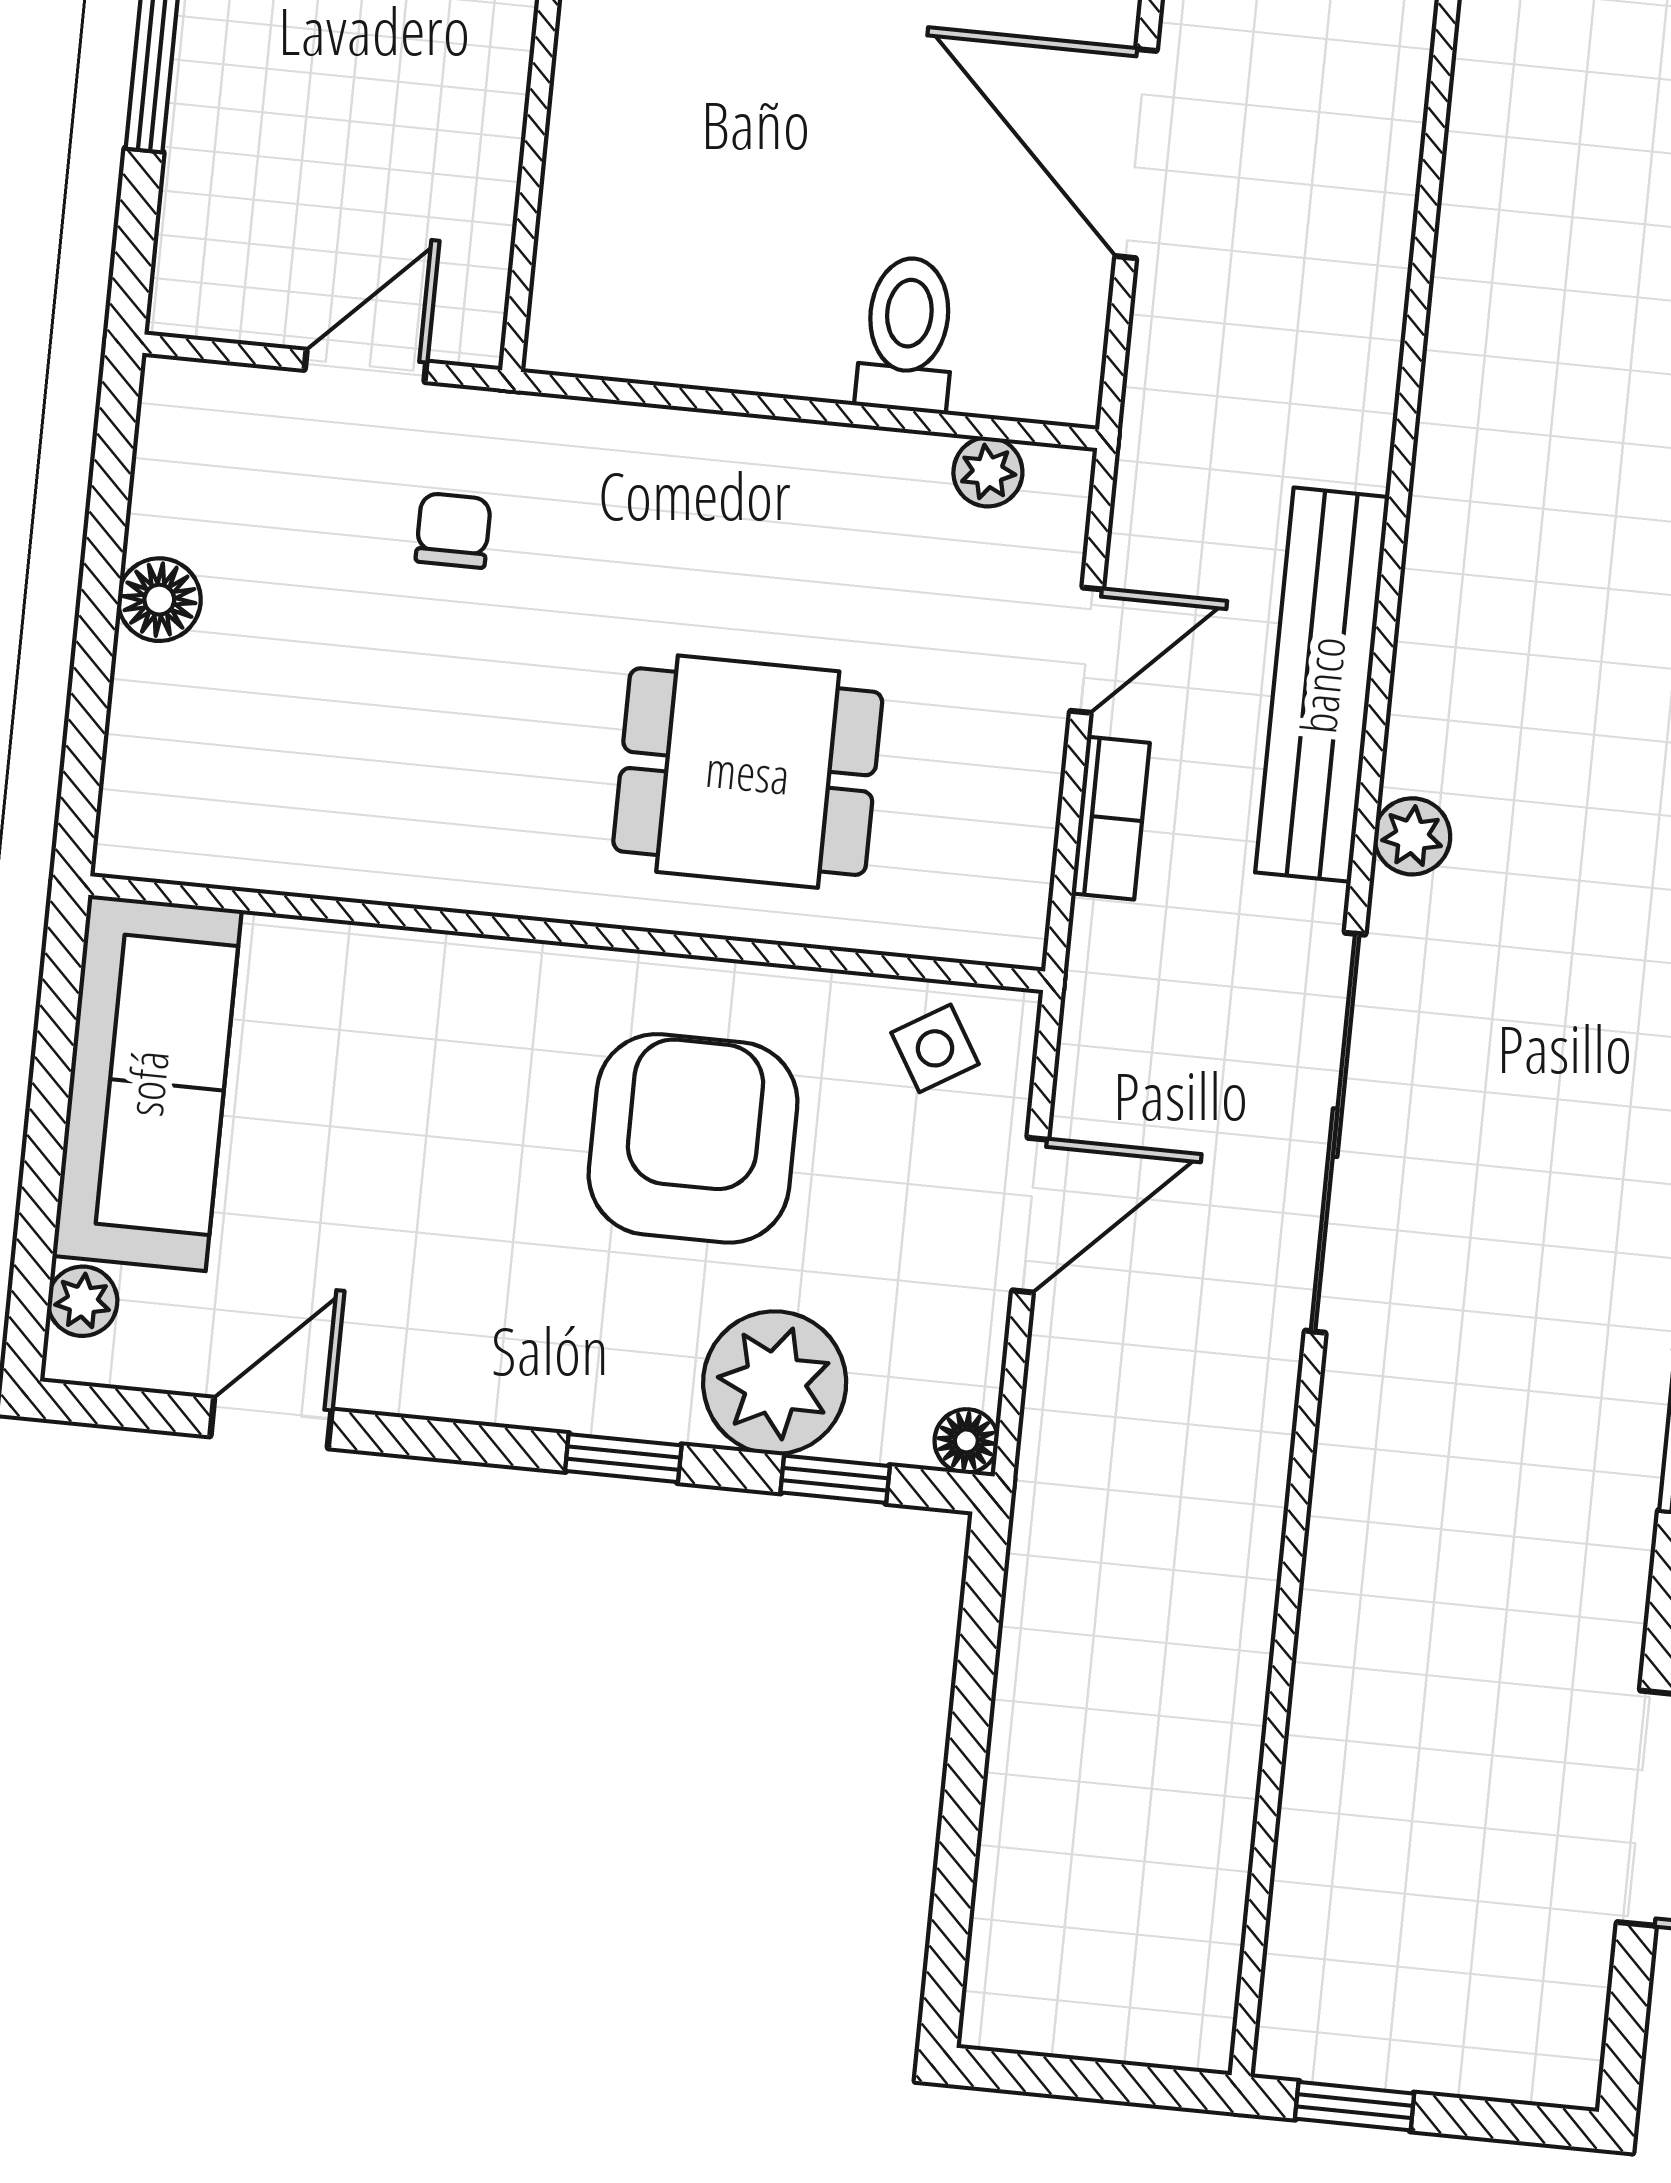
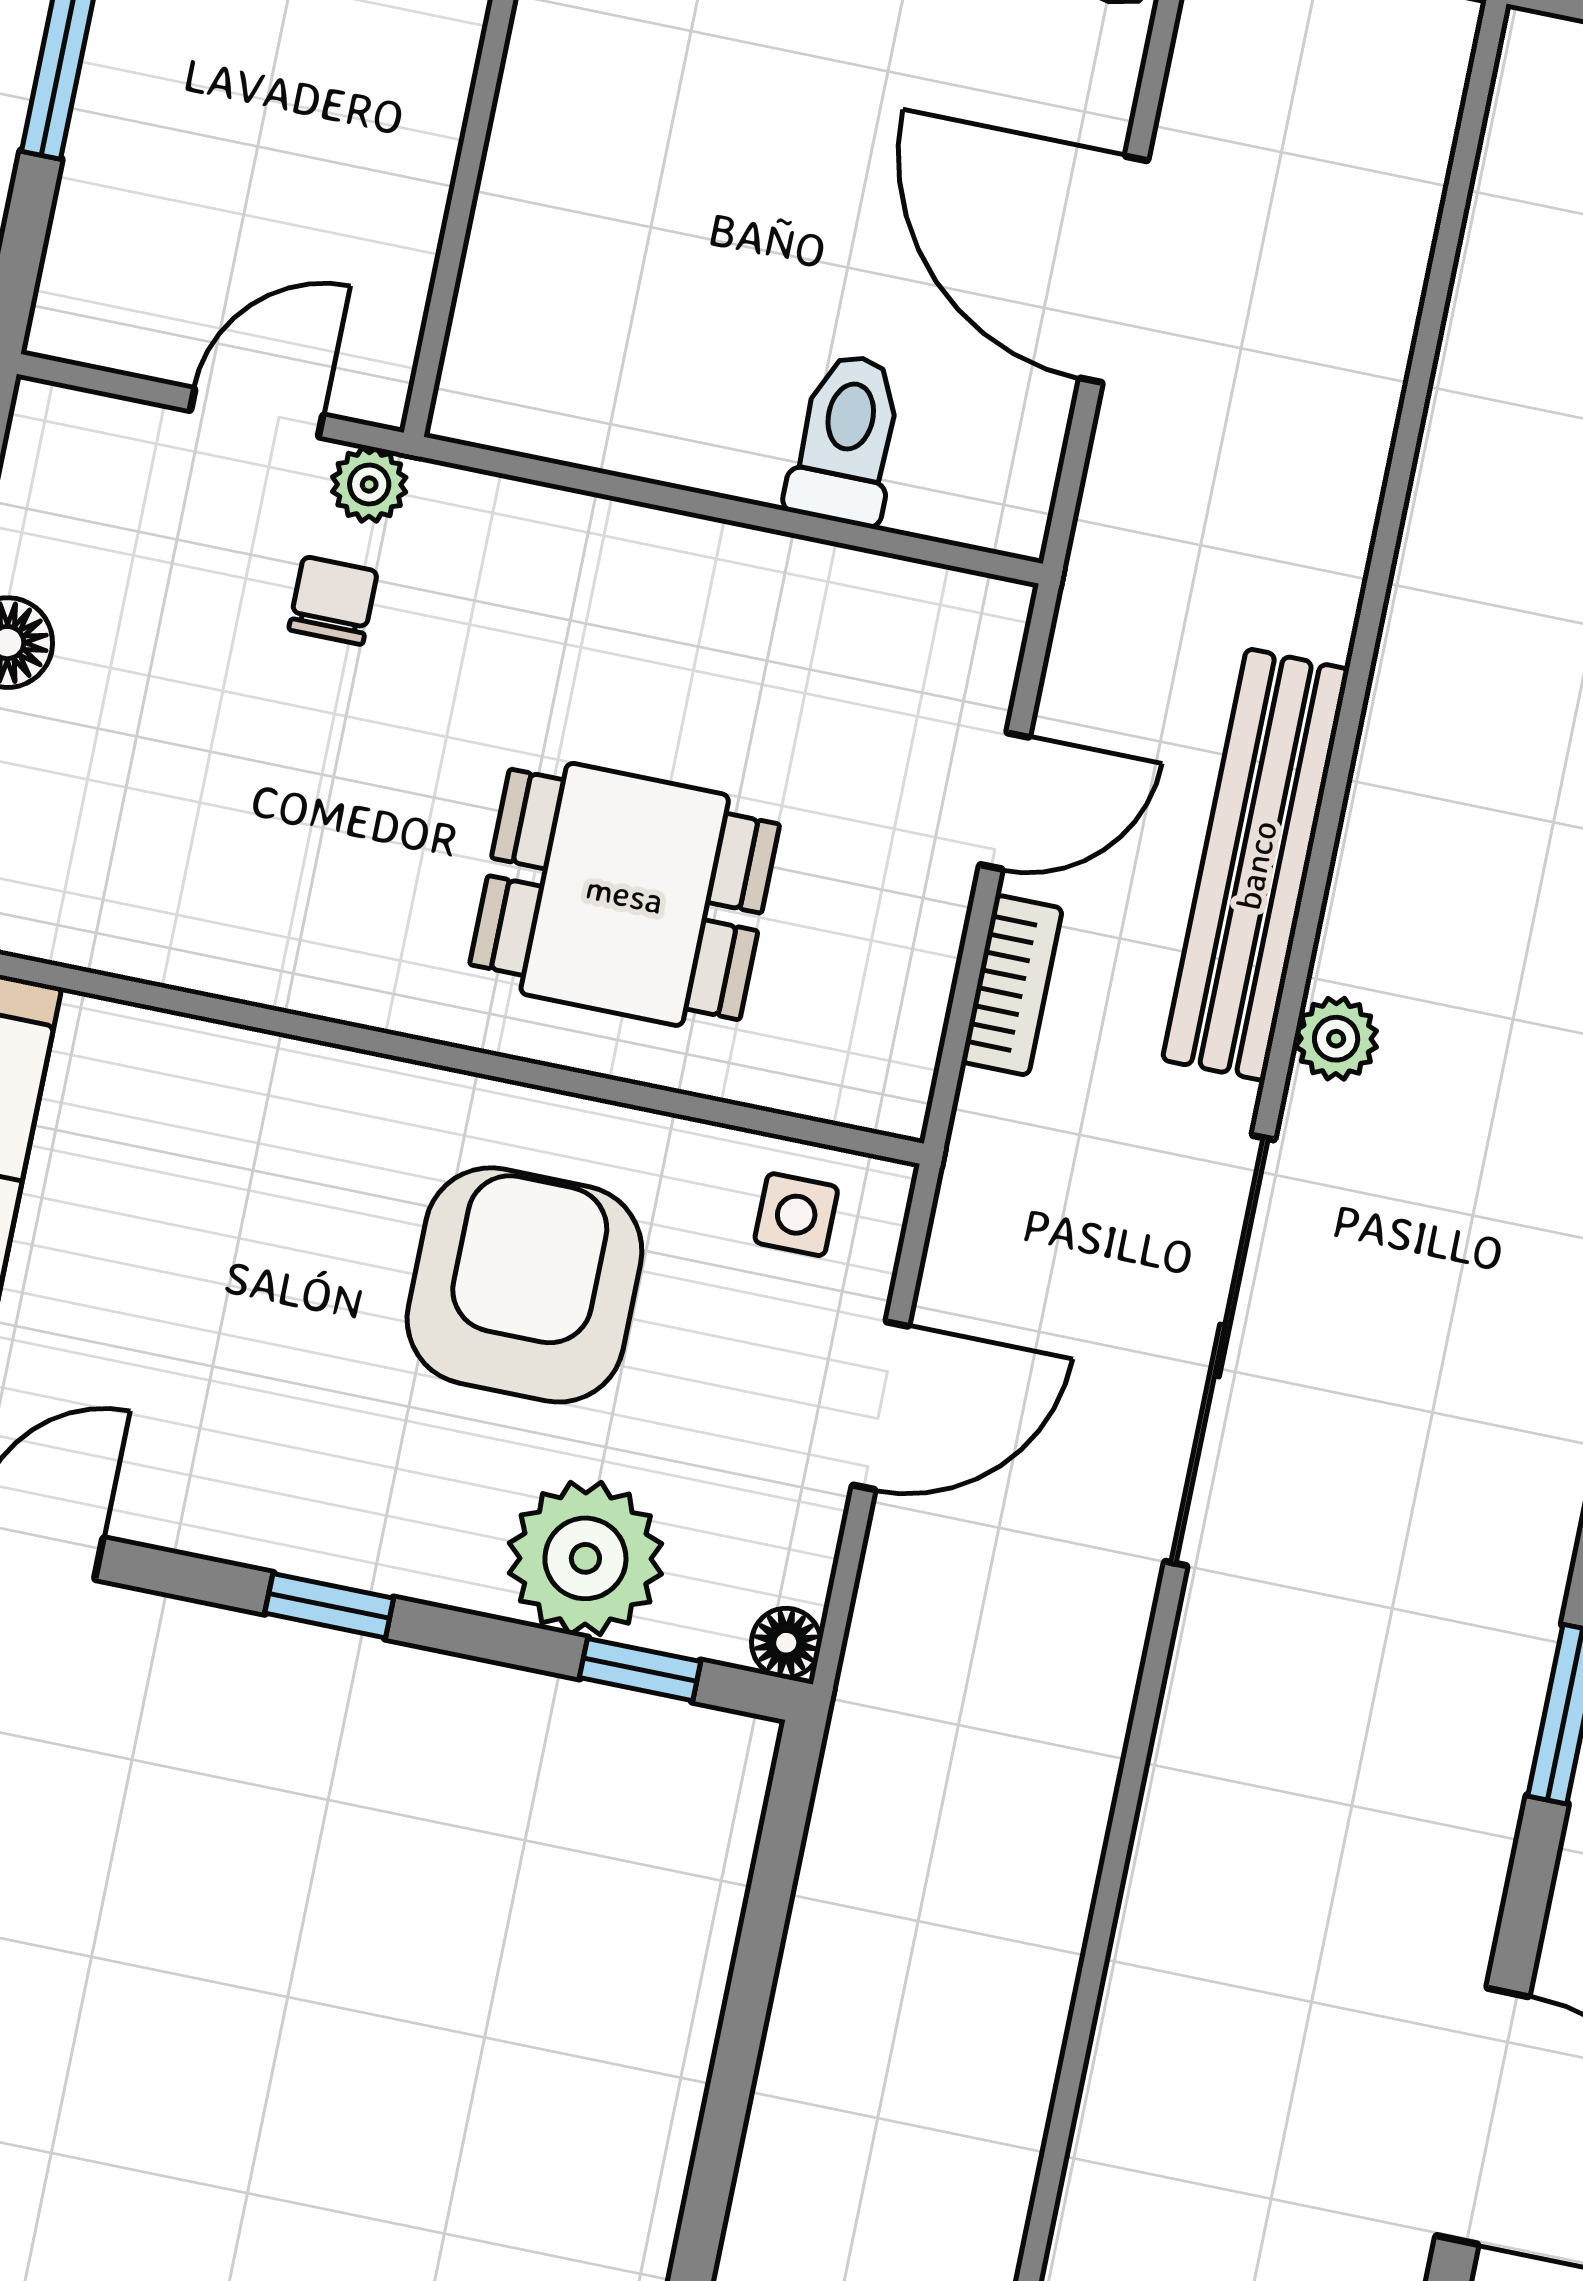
plant: (988, 472) -> (369, 484), moved
side table: (935, 1048) -> (796, 1215), turned 31
window: (623, 1458) -> (329, 1606), moved

